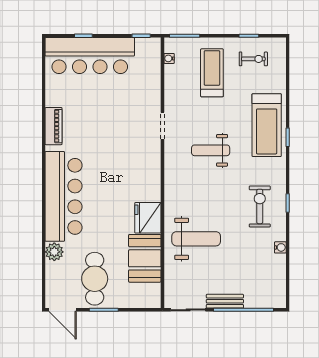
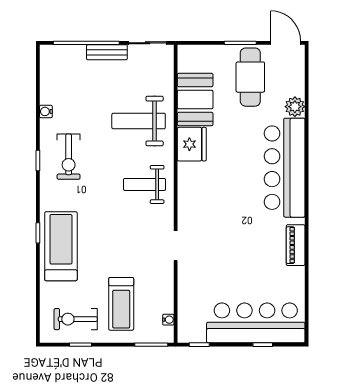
exercise bike: (253, 59) -> (76, 319), width x1.38, depth x1.39
weight bench: (211, 150) -> (145, 184), moved, turned 180

